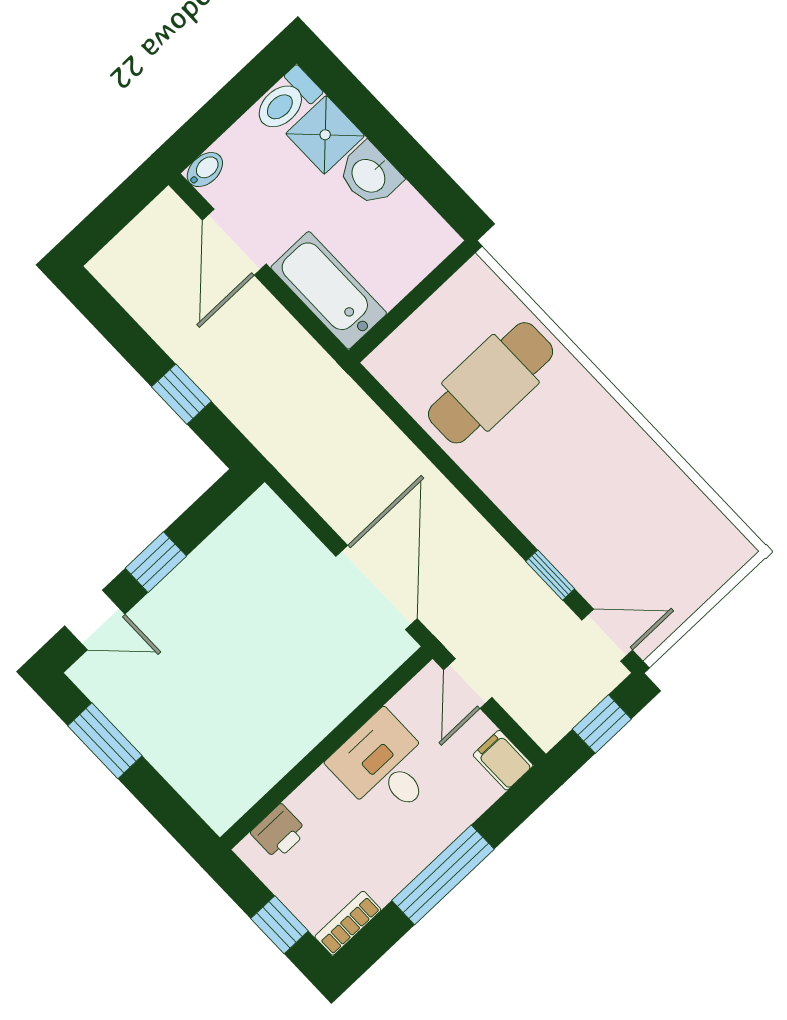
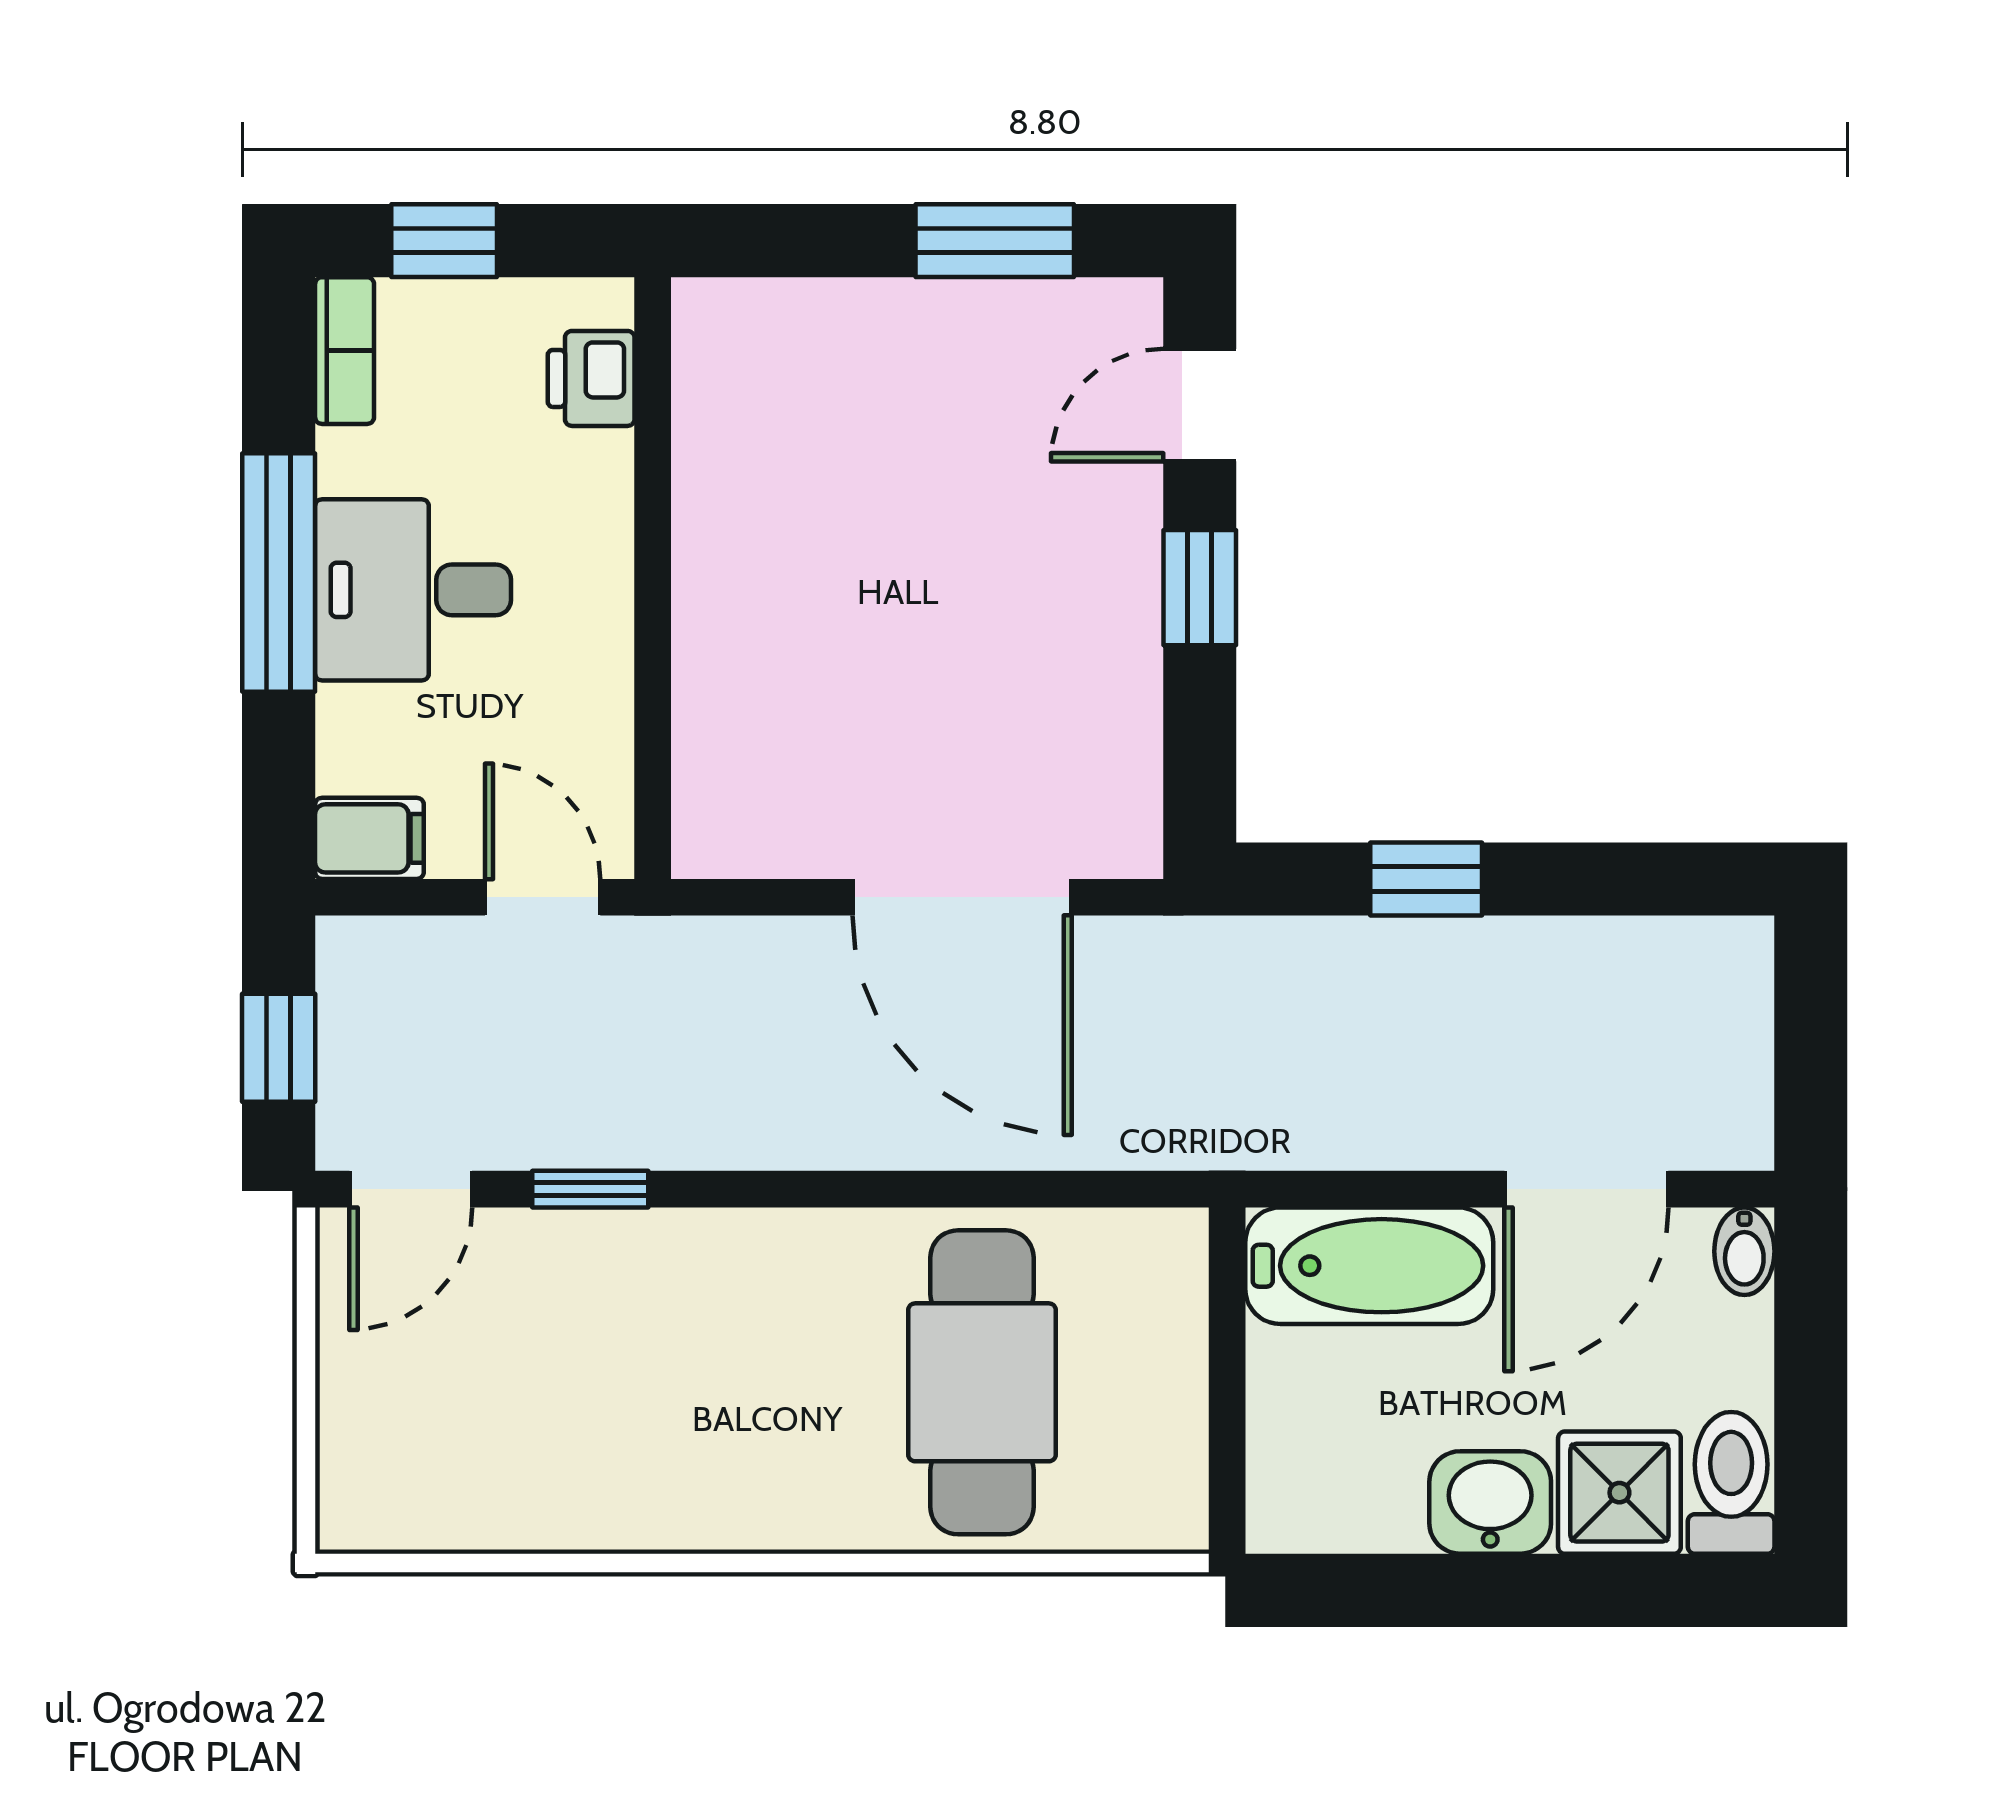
door: (234, 242) -> (1586, 1189), swing flipped
door: (377, 587) -> (962, 897), moved
desk: (384, 767) -> (413, 590), moved, turned 180

